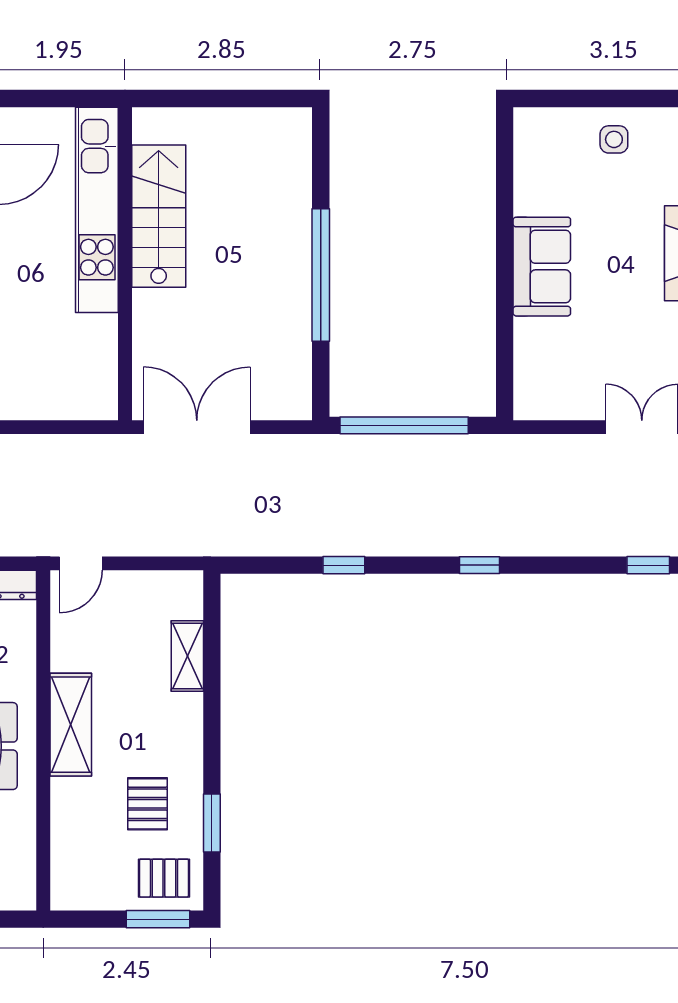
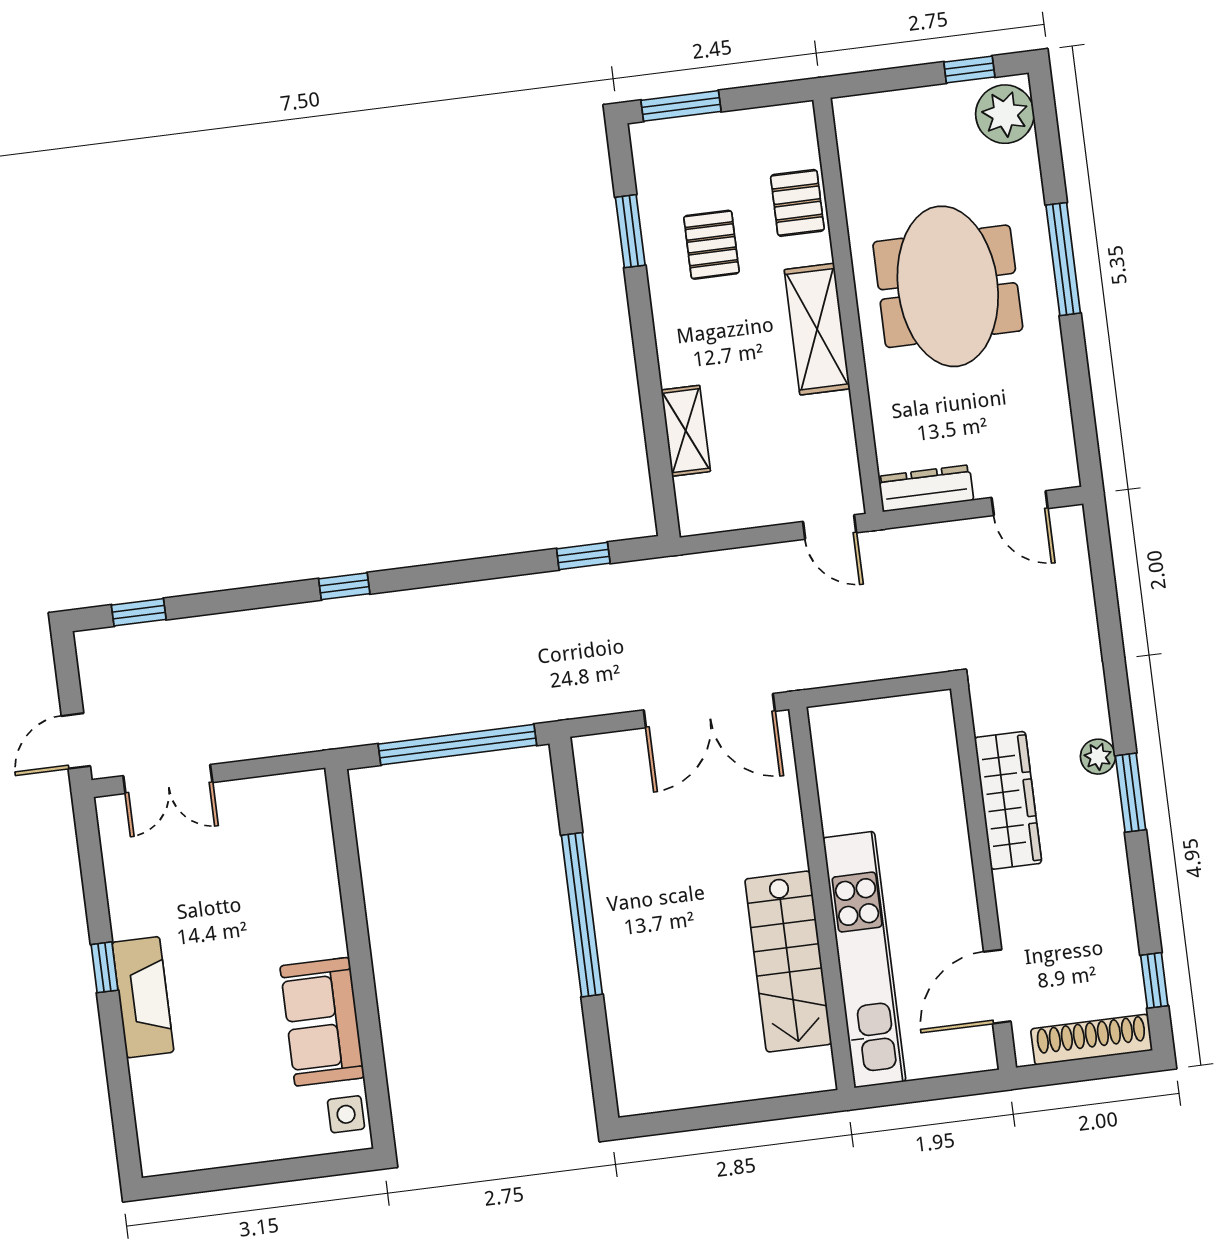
side table: (614, 139) -> (346, 1114), moved
sofa: (542, 267) -> (322, 1022), moved
door: (81, 563) -> (830, 527), swing flipped
window: (344, 565) -> (583, 556), moved
pallet: (164, 878) -> (797, 203), moved, turned 90

